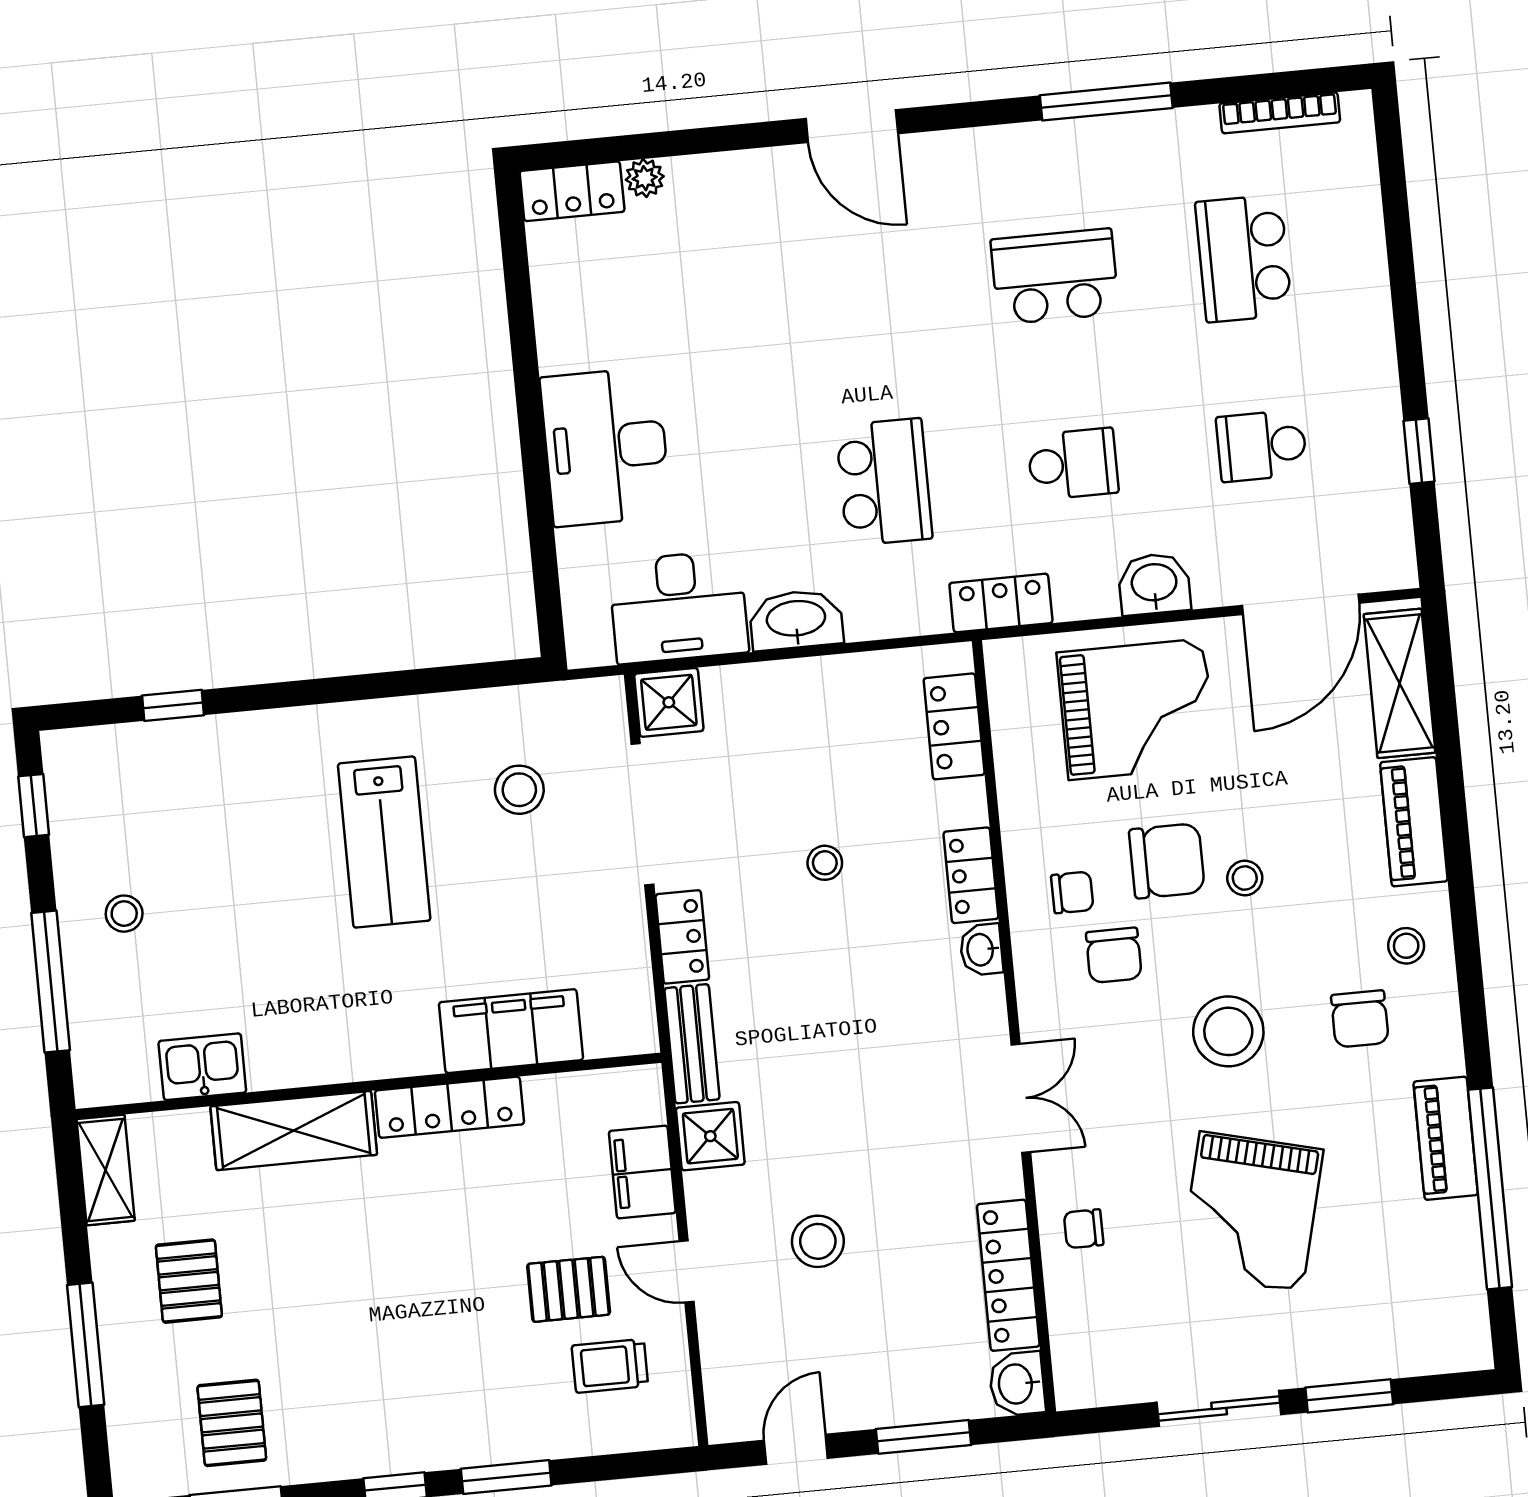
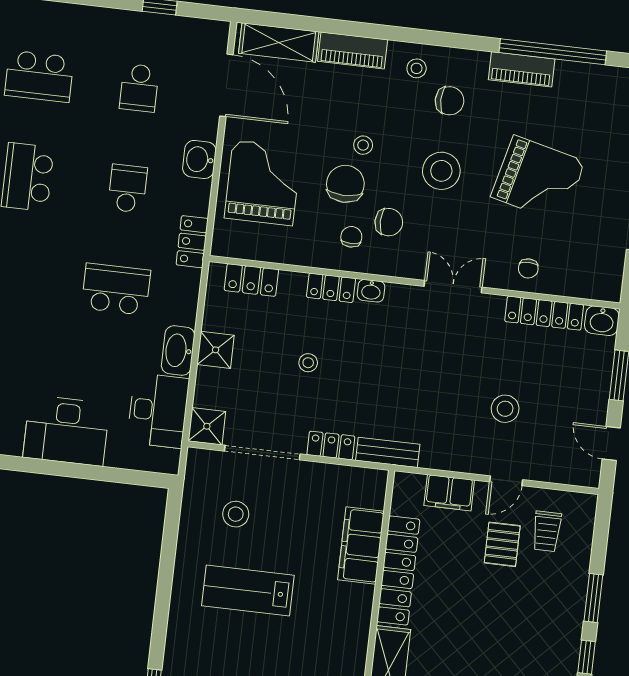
lab bench: (384, 842) -> (248, 591), turned 180
locker: (449, 1107) -> (398, 571), width x1.41, depth x1.21
shower: (710, 1136) -> (216, 350), moved

